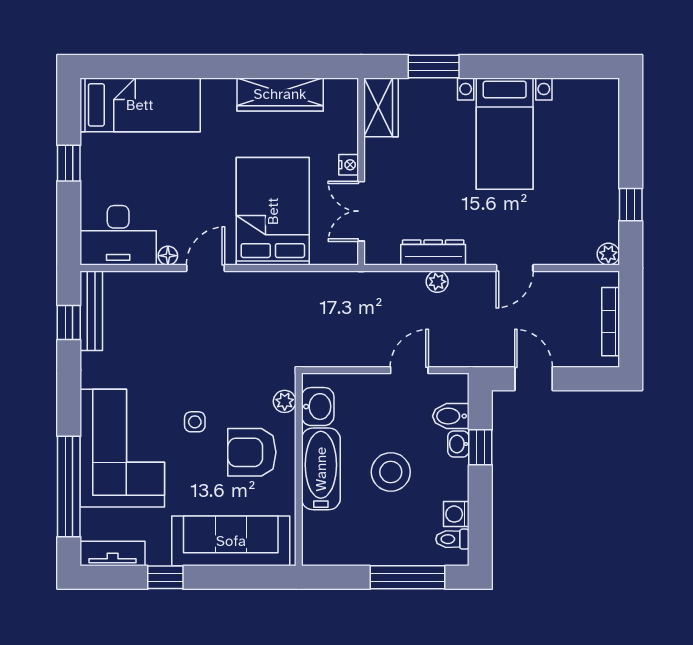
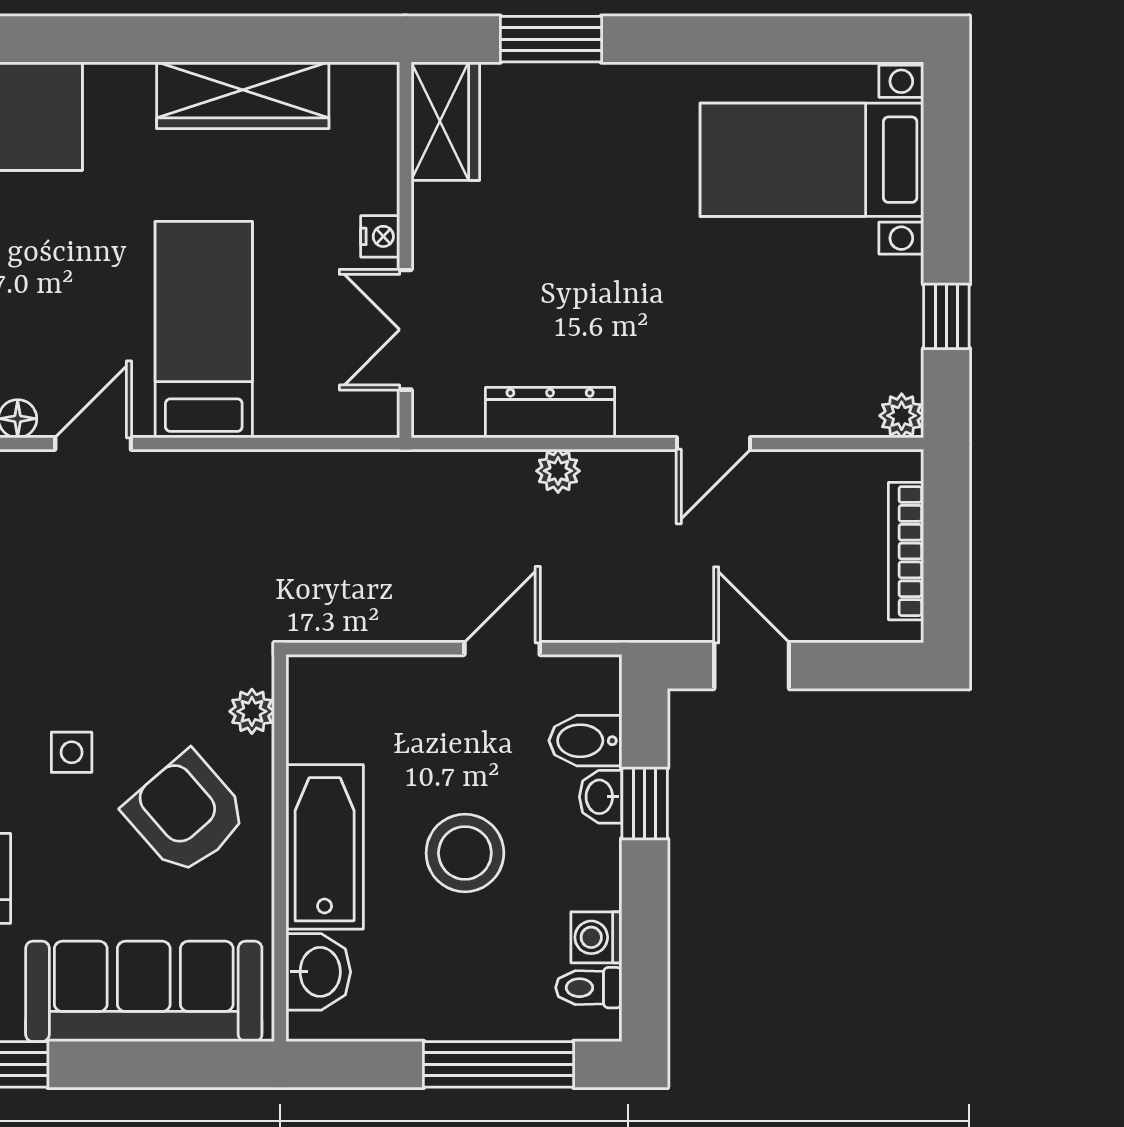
bed with nightstands: (505, 134) -> (812, 160), moved, turned 90
bed: (273, 211) -> (204, 330), width x0.67
washbasin: (318, 407) -> (318, 972), moved
armchair: (252, 452) -> (186, 814), turned 49

